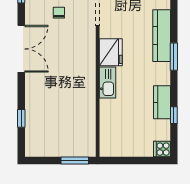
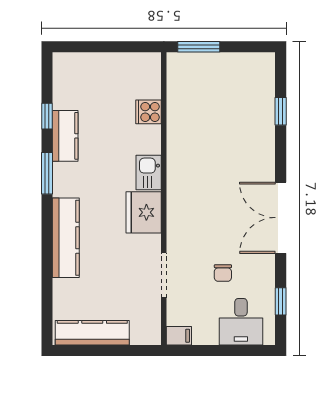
window: (174, 57) -> (47, 173), moved
kitchen sink: (107, 83) -> (149, 172), width x0.73
cooker: (162, 149) -> (149, 112), moved, turned 180

